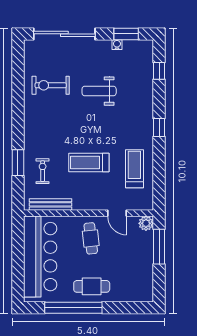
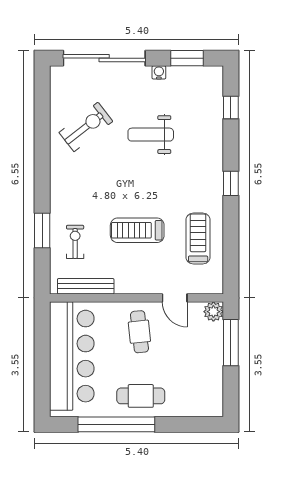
water cooler: (117, 45) -> (159, 72), moved
exercise bike: (51, 85) -> (86, 127), turned 142

